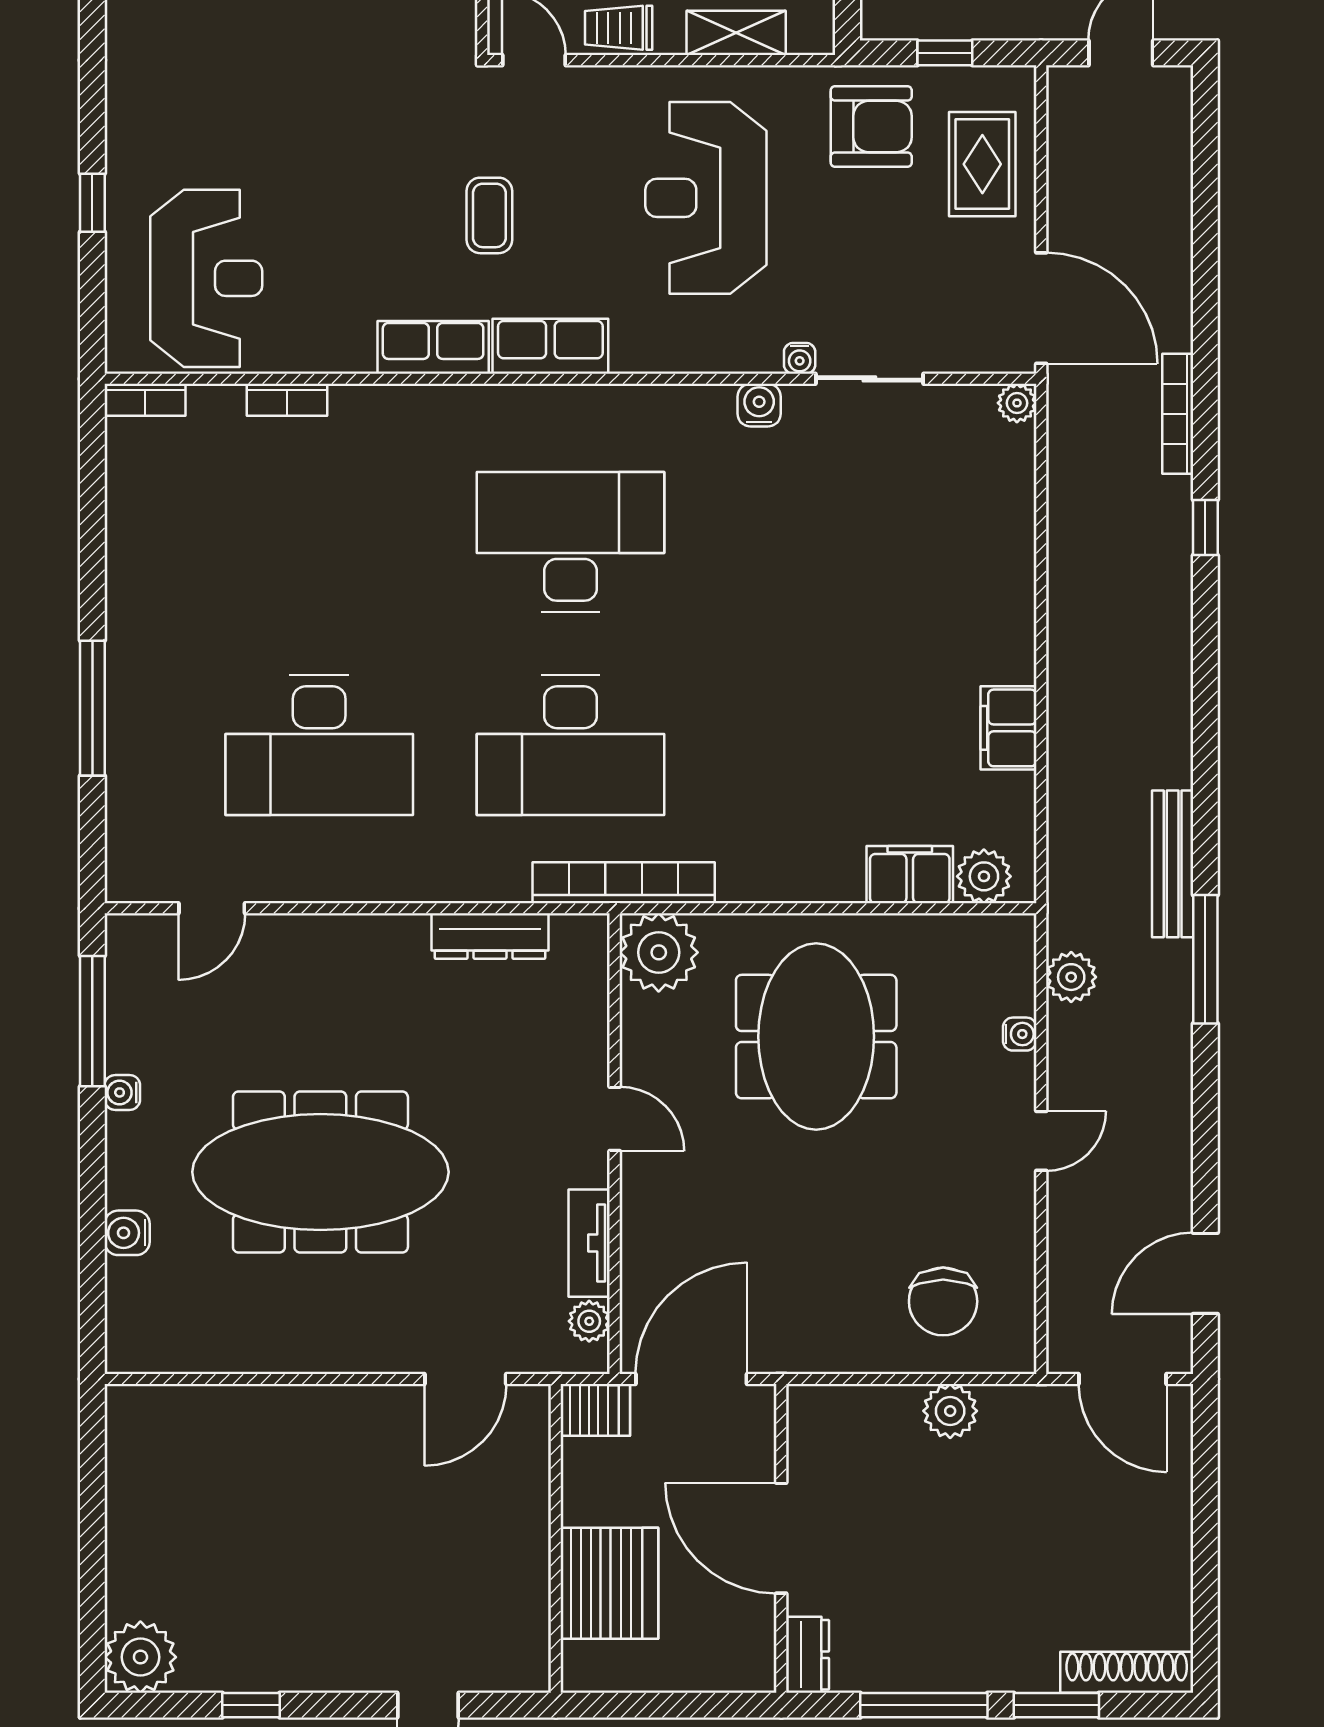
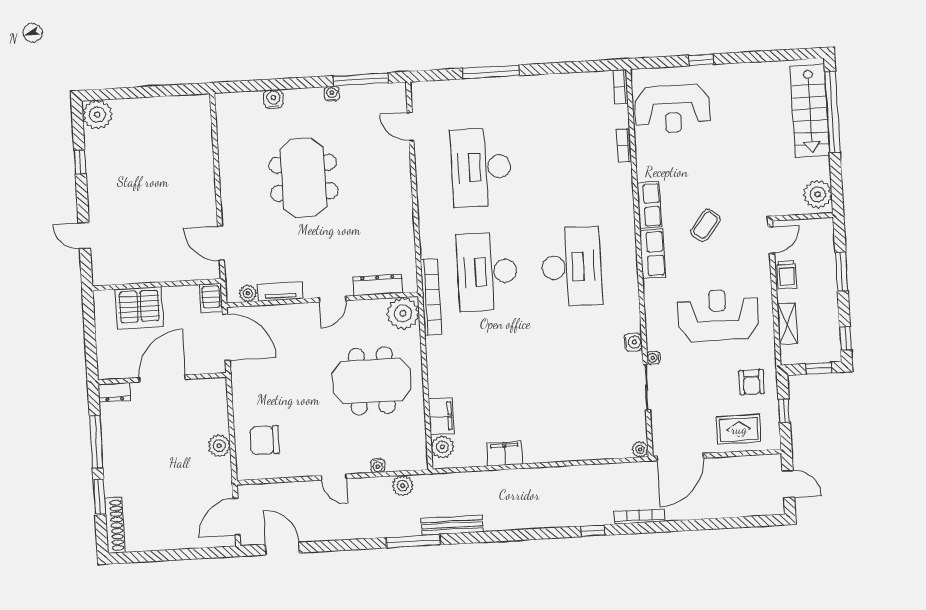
trolley: (619, 28) -> (787, 275), turned 180
armchair: (871, 127) -> (752, 382), width x0.72, depth x0.72
coffee table: (489, 215) -> (706, 225), turned -52
dresser: (490, 936) -> (378, 285), moved, turned 90
meeting table: (320, 1172) -> (303, 178), width x0.73

